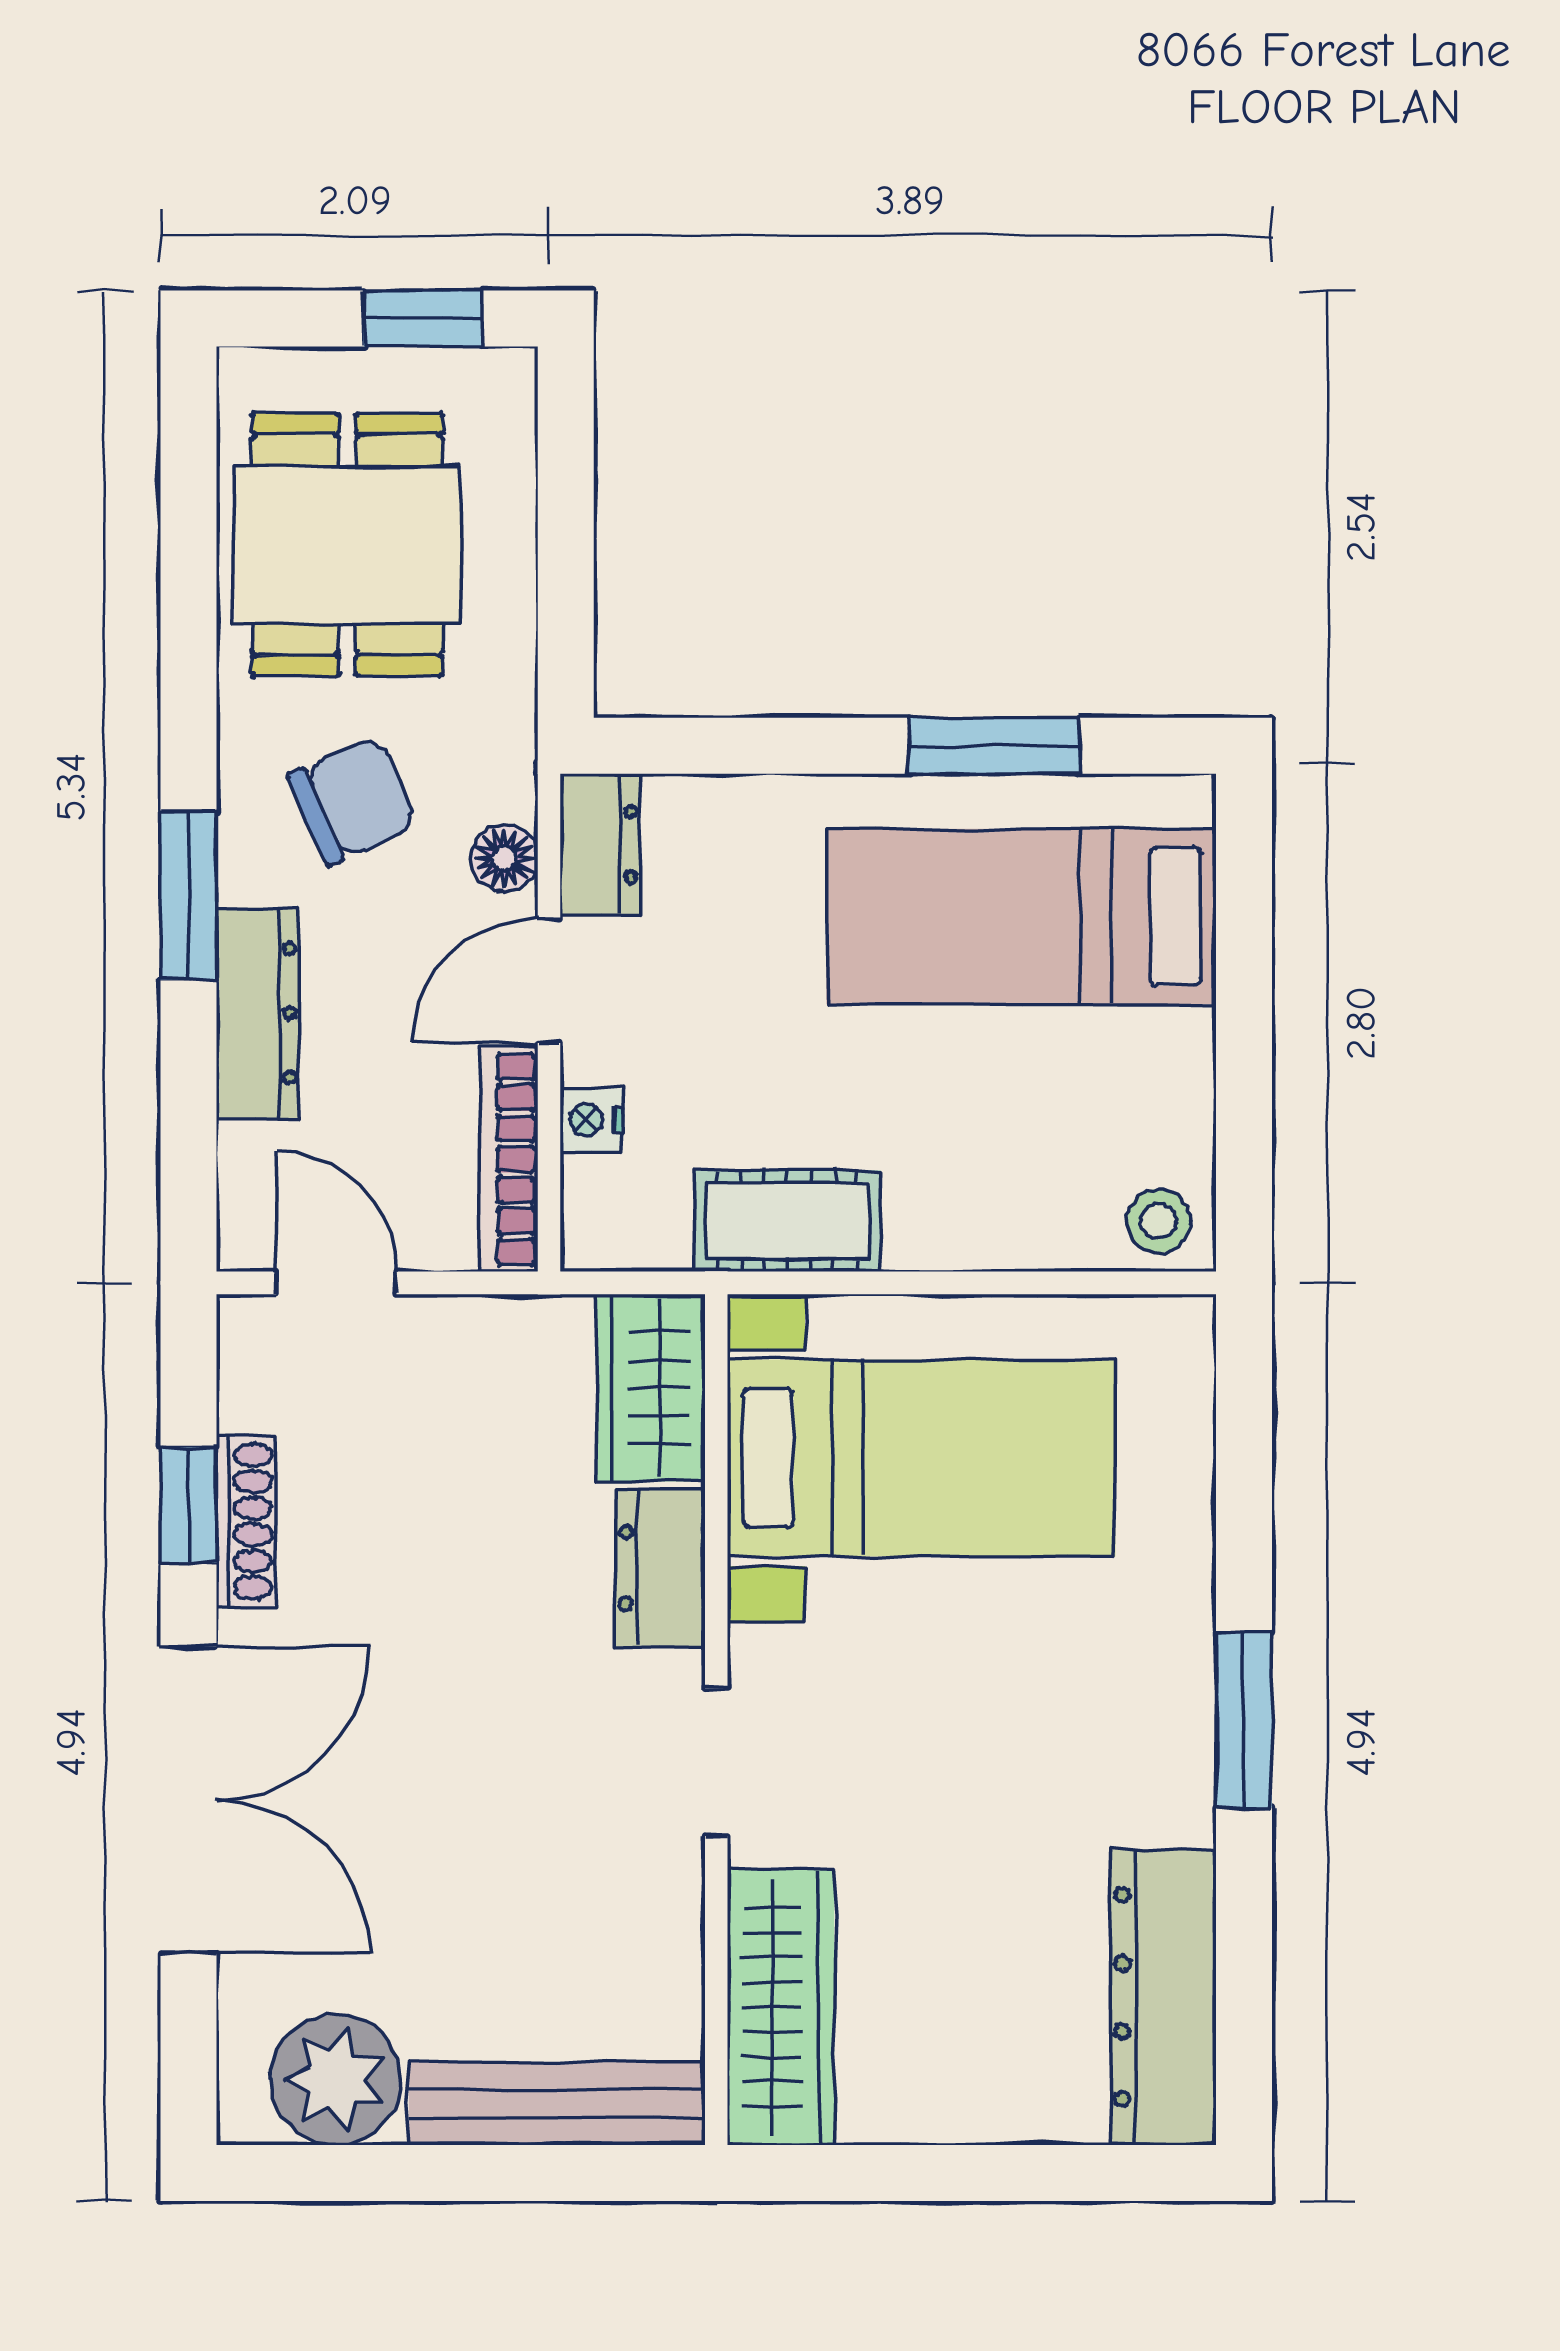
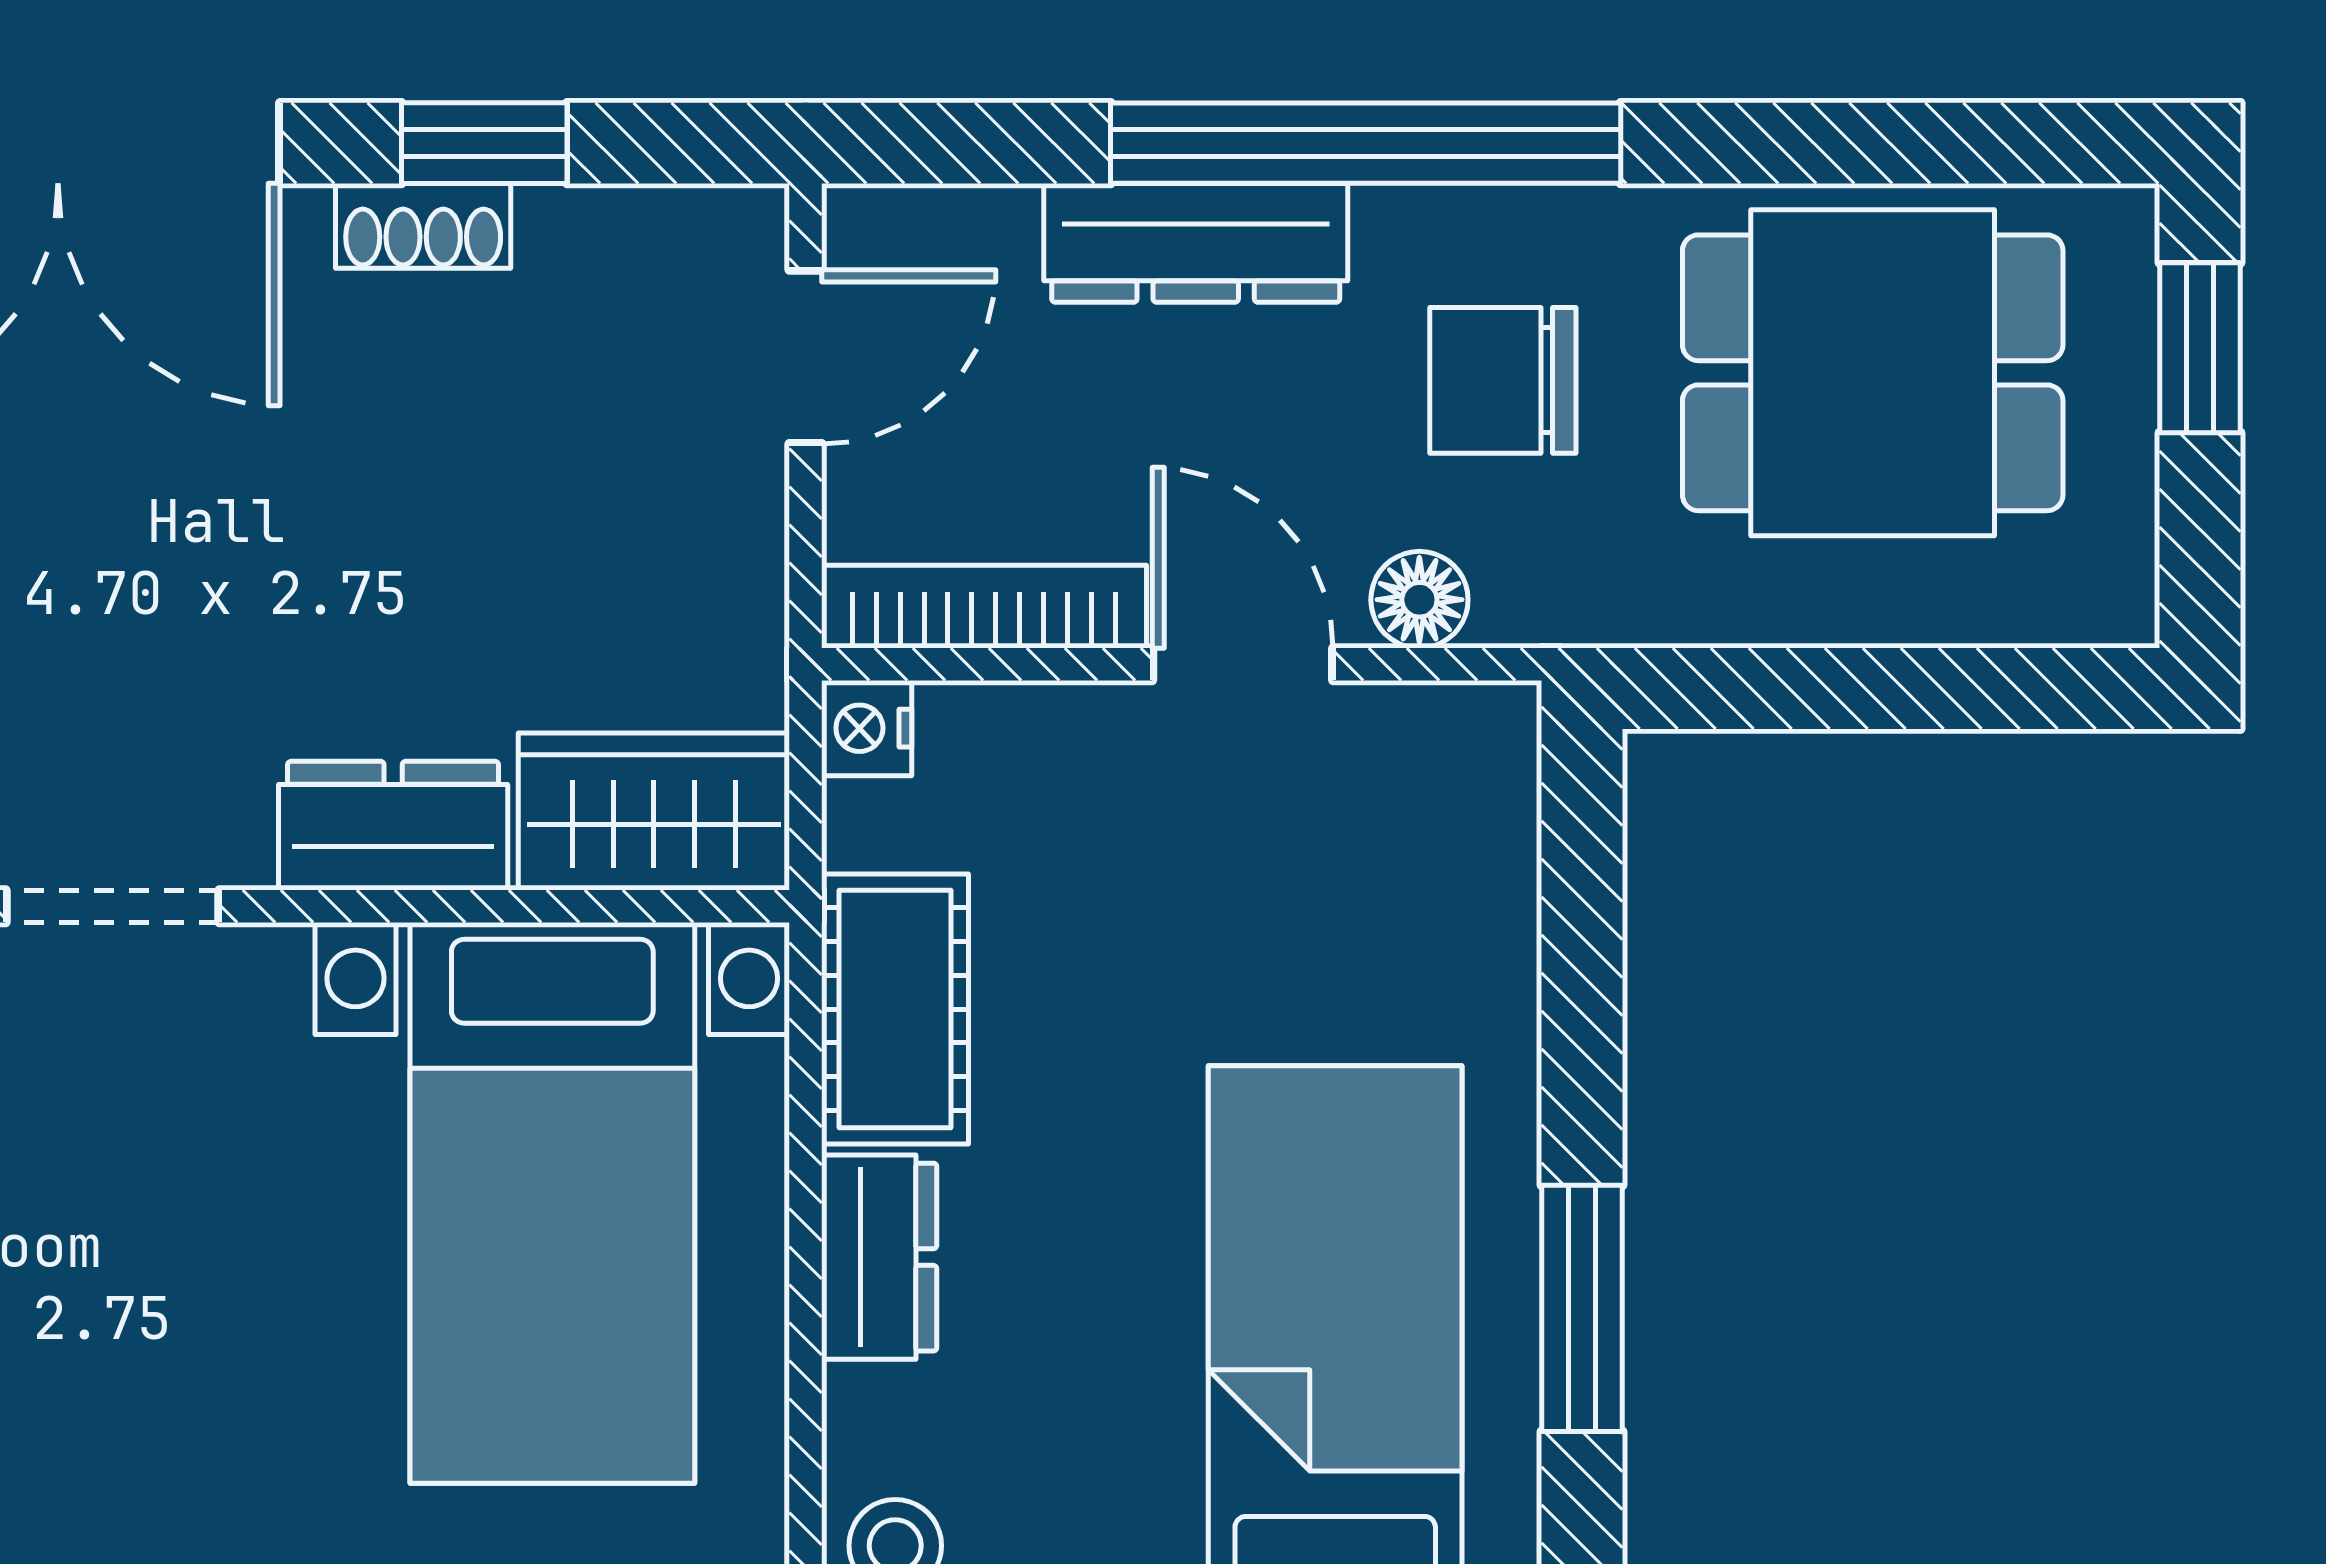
window: (423, 318) -> (2200, 348), moved
chair: (353, 801) -> (1503, 380), turned 114
dresser: (600, 844) -> (879, 1257), moved, turned -90
window: (188, 895) -> (1366, 143), width x2.11
nightstand: (591, 1120) -> (867, 728), moved, turned -90
shoe rack: (246, 1521) -> (423, 226), width x0.70

